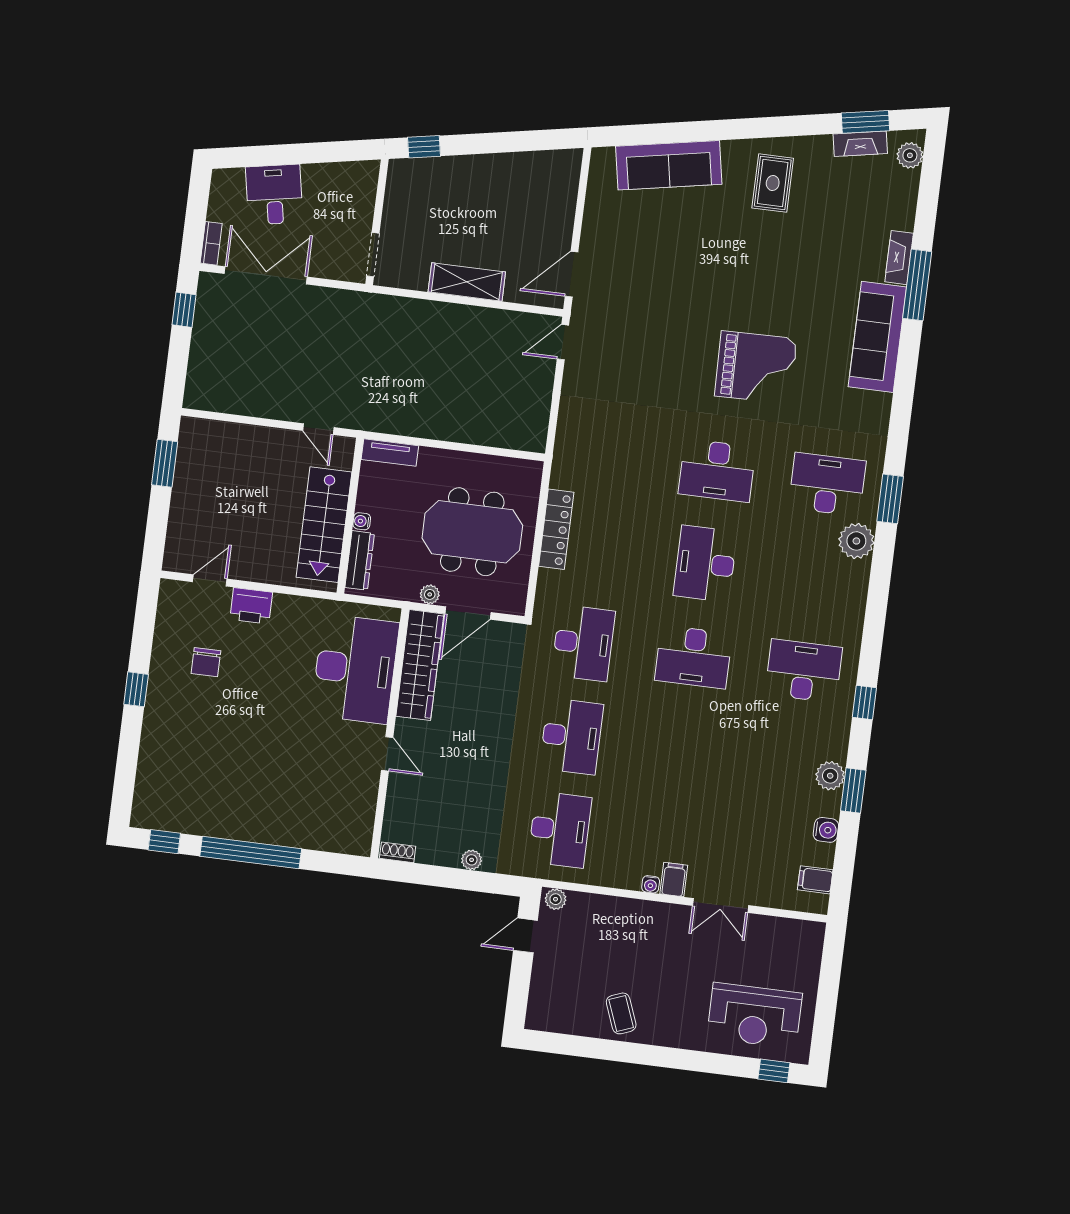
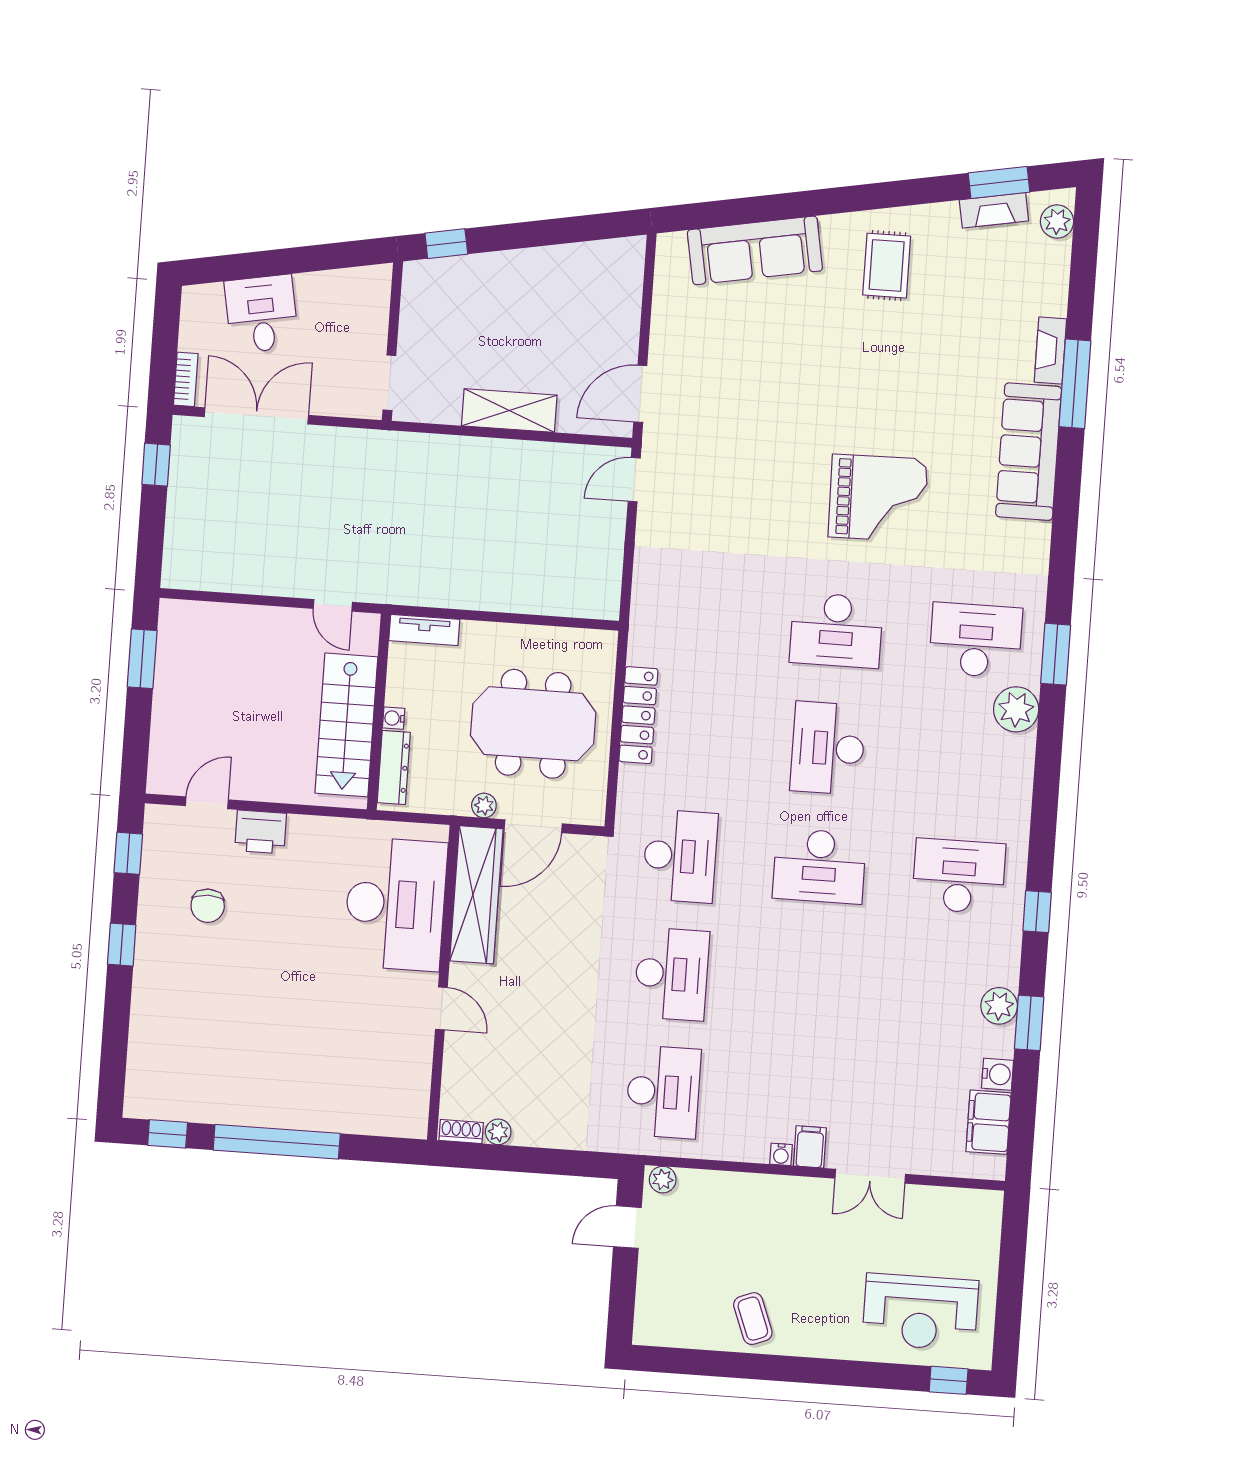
window: (145, 617) -> (128, 853), added
plant: (472, 860) -> (498, 1132), moved
filing cabinet: (815, 880) -> (989, 1122), width x2.00

